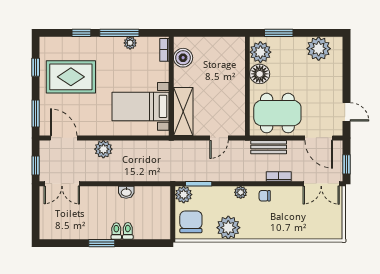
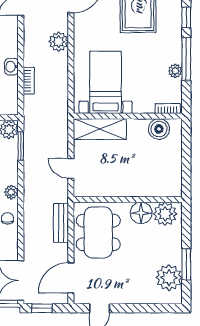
window: (279, 33) -> (186, 264), moved
bookcase: (279, 176) -> (29, 81), moved

